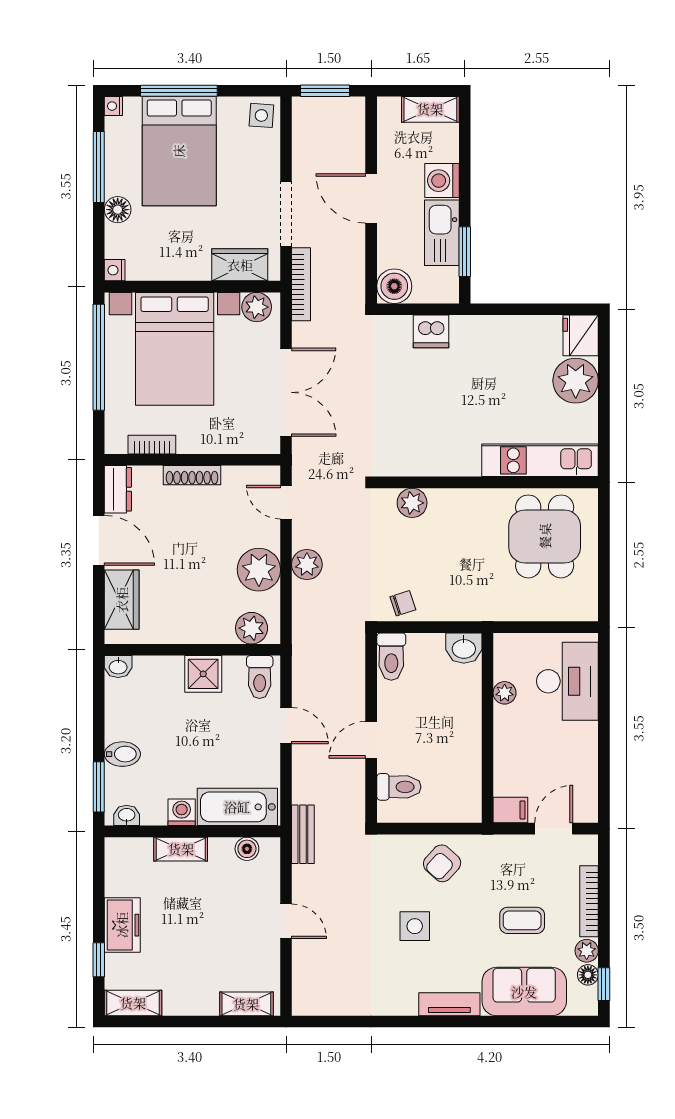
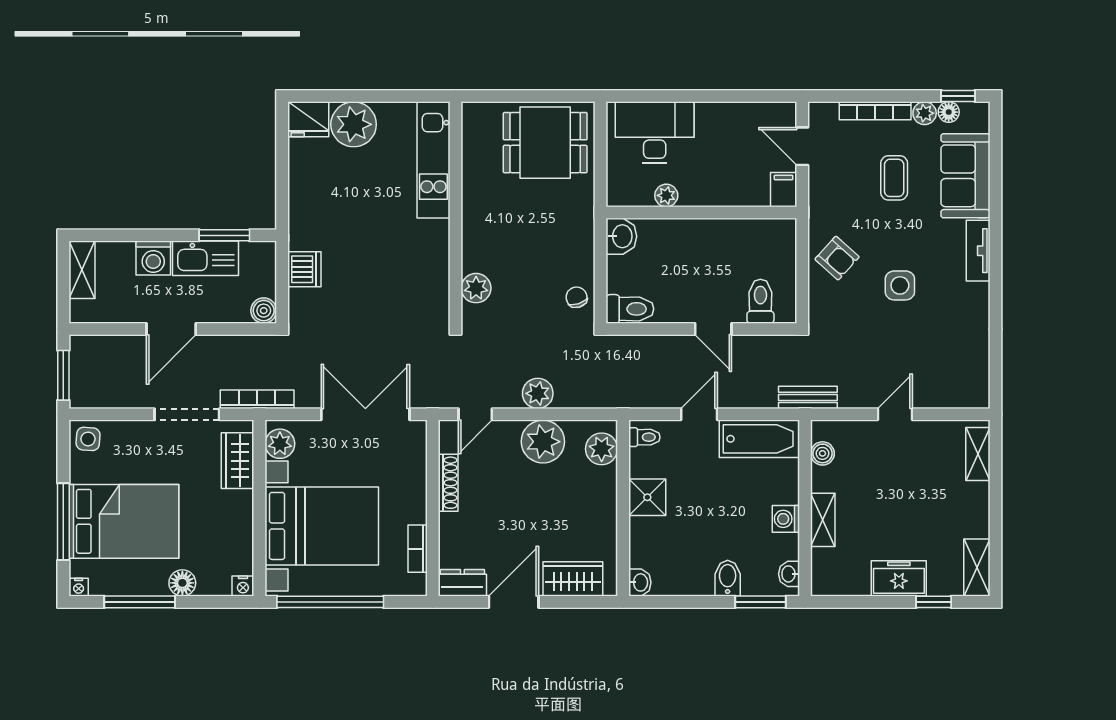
boiler: (394, 286) -> (264, 311), width x0.73, depth x0.73
shoe rack: (192, 475) -> (448, 483), moved
dining table: (545, 536) -> (545, 143), moved
toilet: (260, 677) -> (644, 437), width x0.73, depth x0.72
bathtub: (237, 807) -> (759, 439), moved, turned -90

